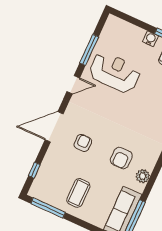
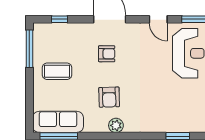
armchair: (121, 158) -> (109, 97), turned -92
plant: (143, 176) -> (116, 125), moved

